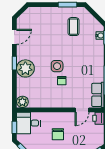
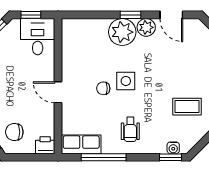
wheelchair: (88, 63) -> (130, 129), added
plant: (22, 102) -> (146, 27), moved
door: (82, 110) -> (58, 92), moved
chair: (58, 134) -> (14, 132), moved

